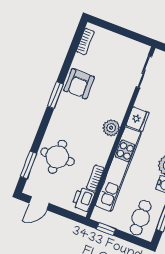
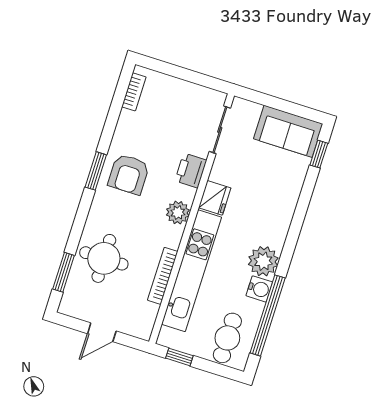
armchair: (79, 84) -> (129, 174), moved
bookcase: (95, 178) -> (163, 276), width x1.56
printer: (83, 199) -> (191, 170), moved
door: (39, 203) -> (102, 332), moved

